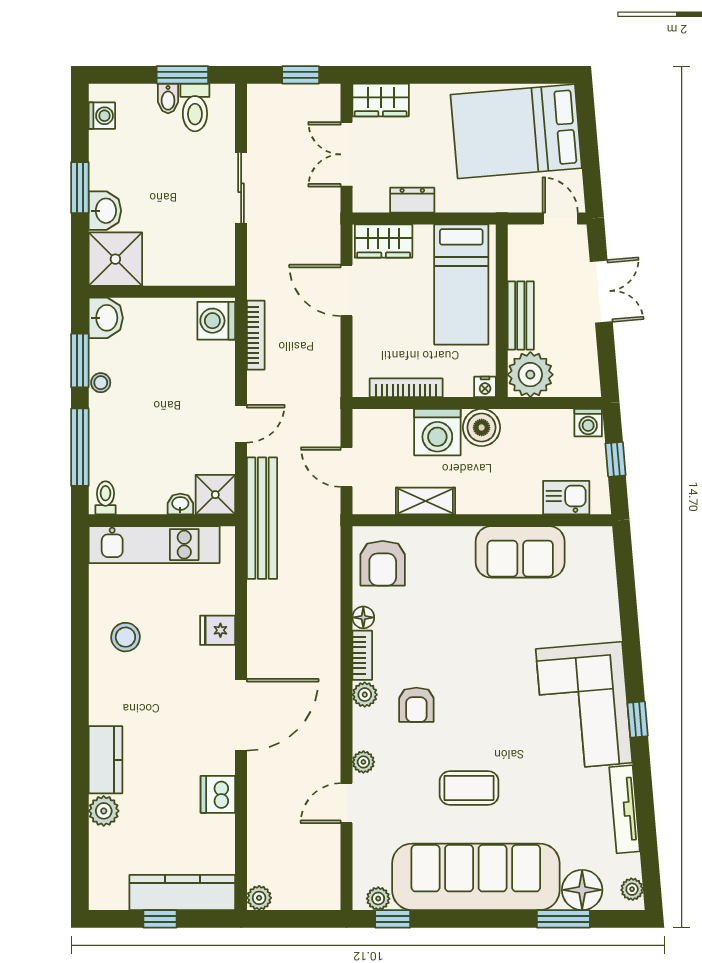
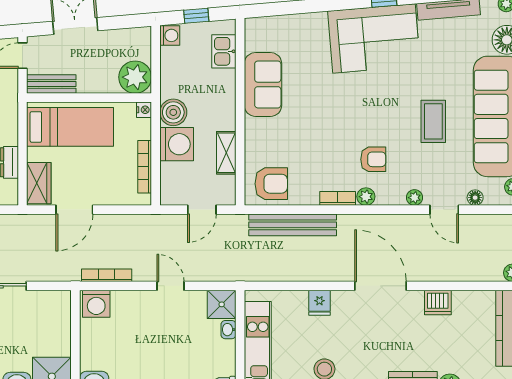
bench: (521, 315) -> (51, 84), moved
bench: (262, 518) -> (293, 225), moved
floor lamp: (363, 617) -> (475, 198), moved

